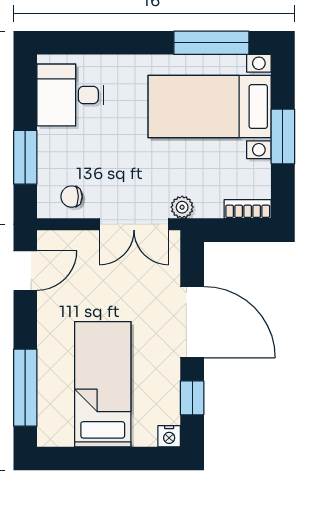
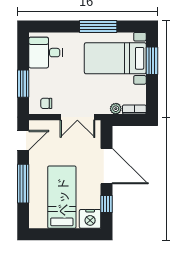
window: (211, 43) -> (98, 26), moved
window: (283, 136) -> (152, 61), moved
plant: (182, 207) -> (116, 109), moved
window: (25, 388) -> (23, 184), moved
nightstand: (169, 436) -> (90, 219), width x1.89, depth x1.79

